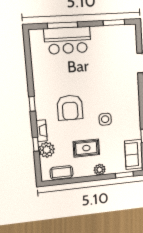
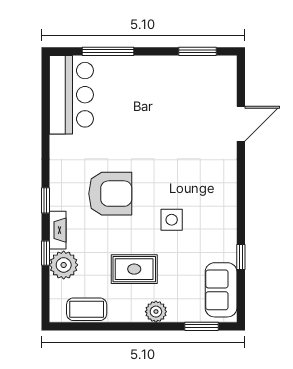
bar counter: (68, 40) -> (71, 95), moved, turned -90
window: (32, 104) -> (46, 200), moved
armchair: (70, 108) -> (110, 194), turned -90

